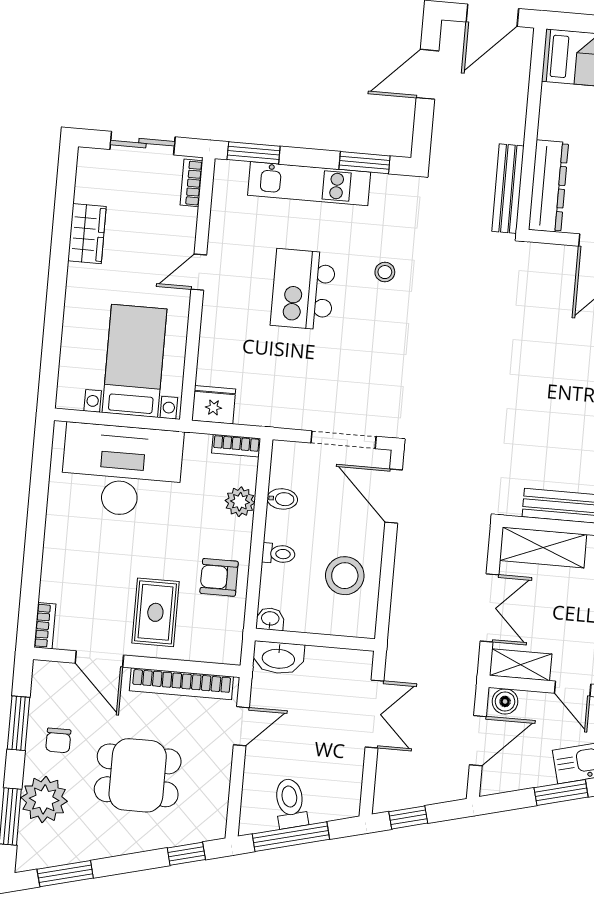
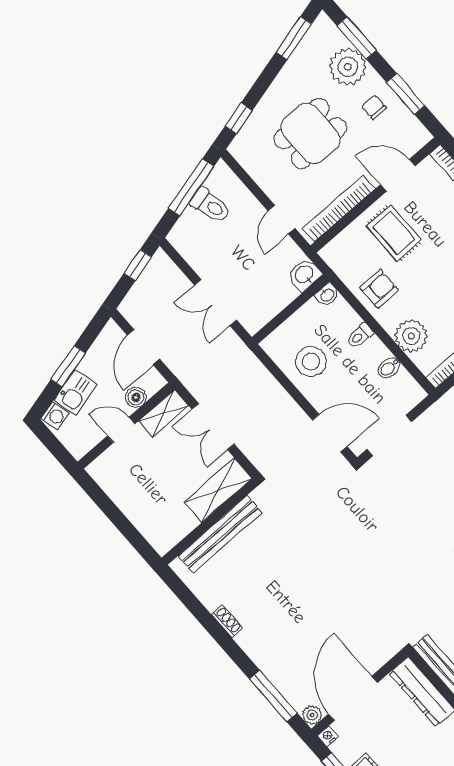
plant: (240, 502) -> (411, 336), width x1.36, depth x1.36
washbasin: (278, 658) -> (304, 275), width x0.72
boiler: (505, 701) -> (136, 397), moved

